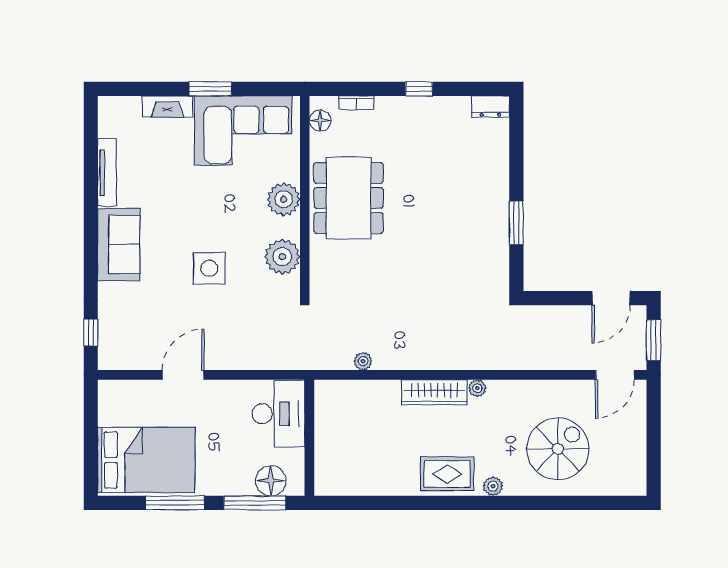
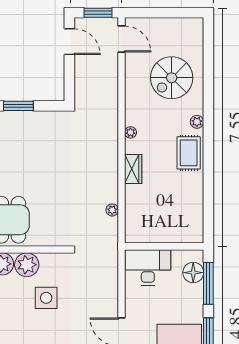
plant: (282, 257) -> (27, 265), moved
side table: (209, 268) -> (46, 298), moved
wardrobe: (434, 392) -> (133, 169), width x0.67
spiral stairs: (558, 449) -> (172, 78), turned -90

